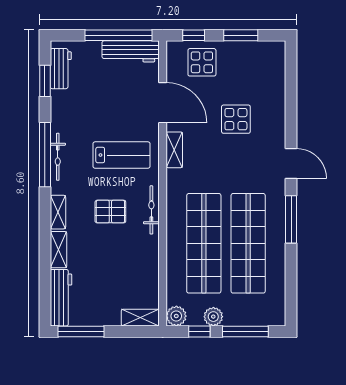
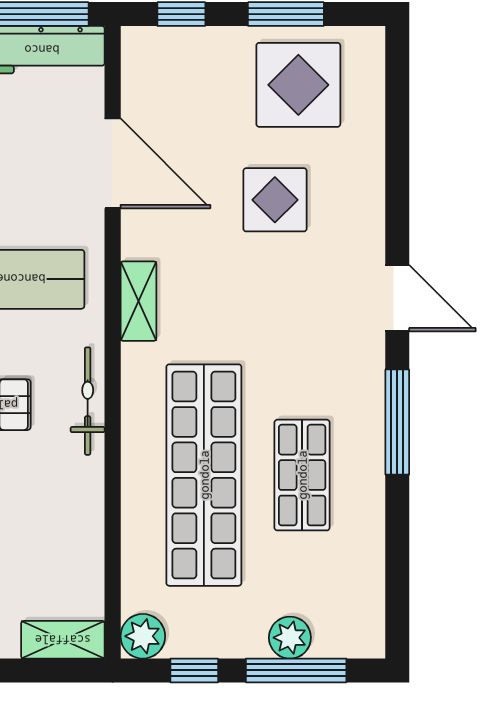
display table: (202, 62) -> (298, 85), moved, width x1.36, depth x1.36
shelving: (174, 150) -> (138, 301), moved
shop shelf: (248, 243) -> (302, 475), width x0.50, depth x0.74
plant: (213, 317) -> (290, 638), moved

